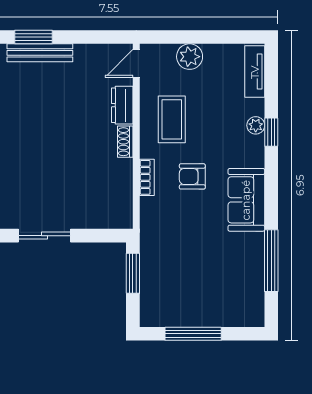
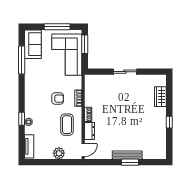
sofa: (246, 200) -> (33, 44), moved
window: (133, 273) -> (85, 44), moved
corner sofa: (172, 273) -> (67, 55), added

